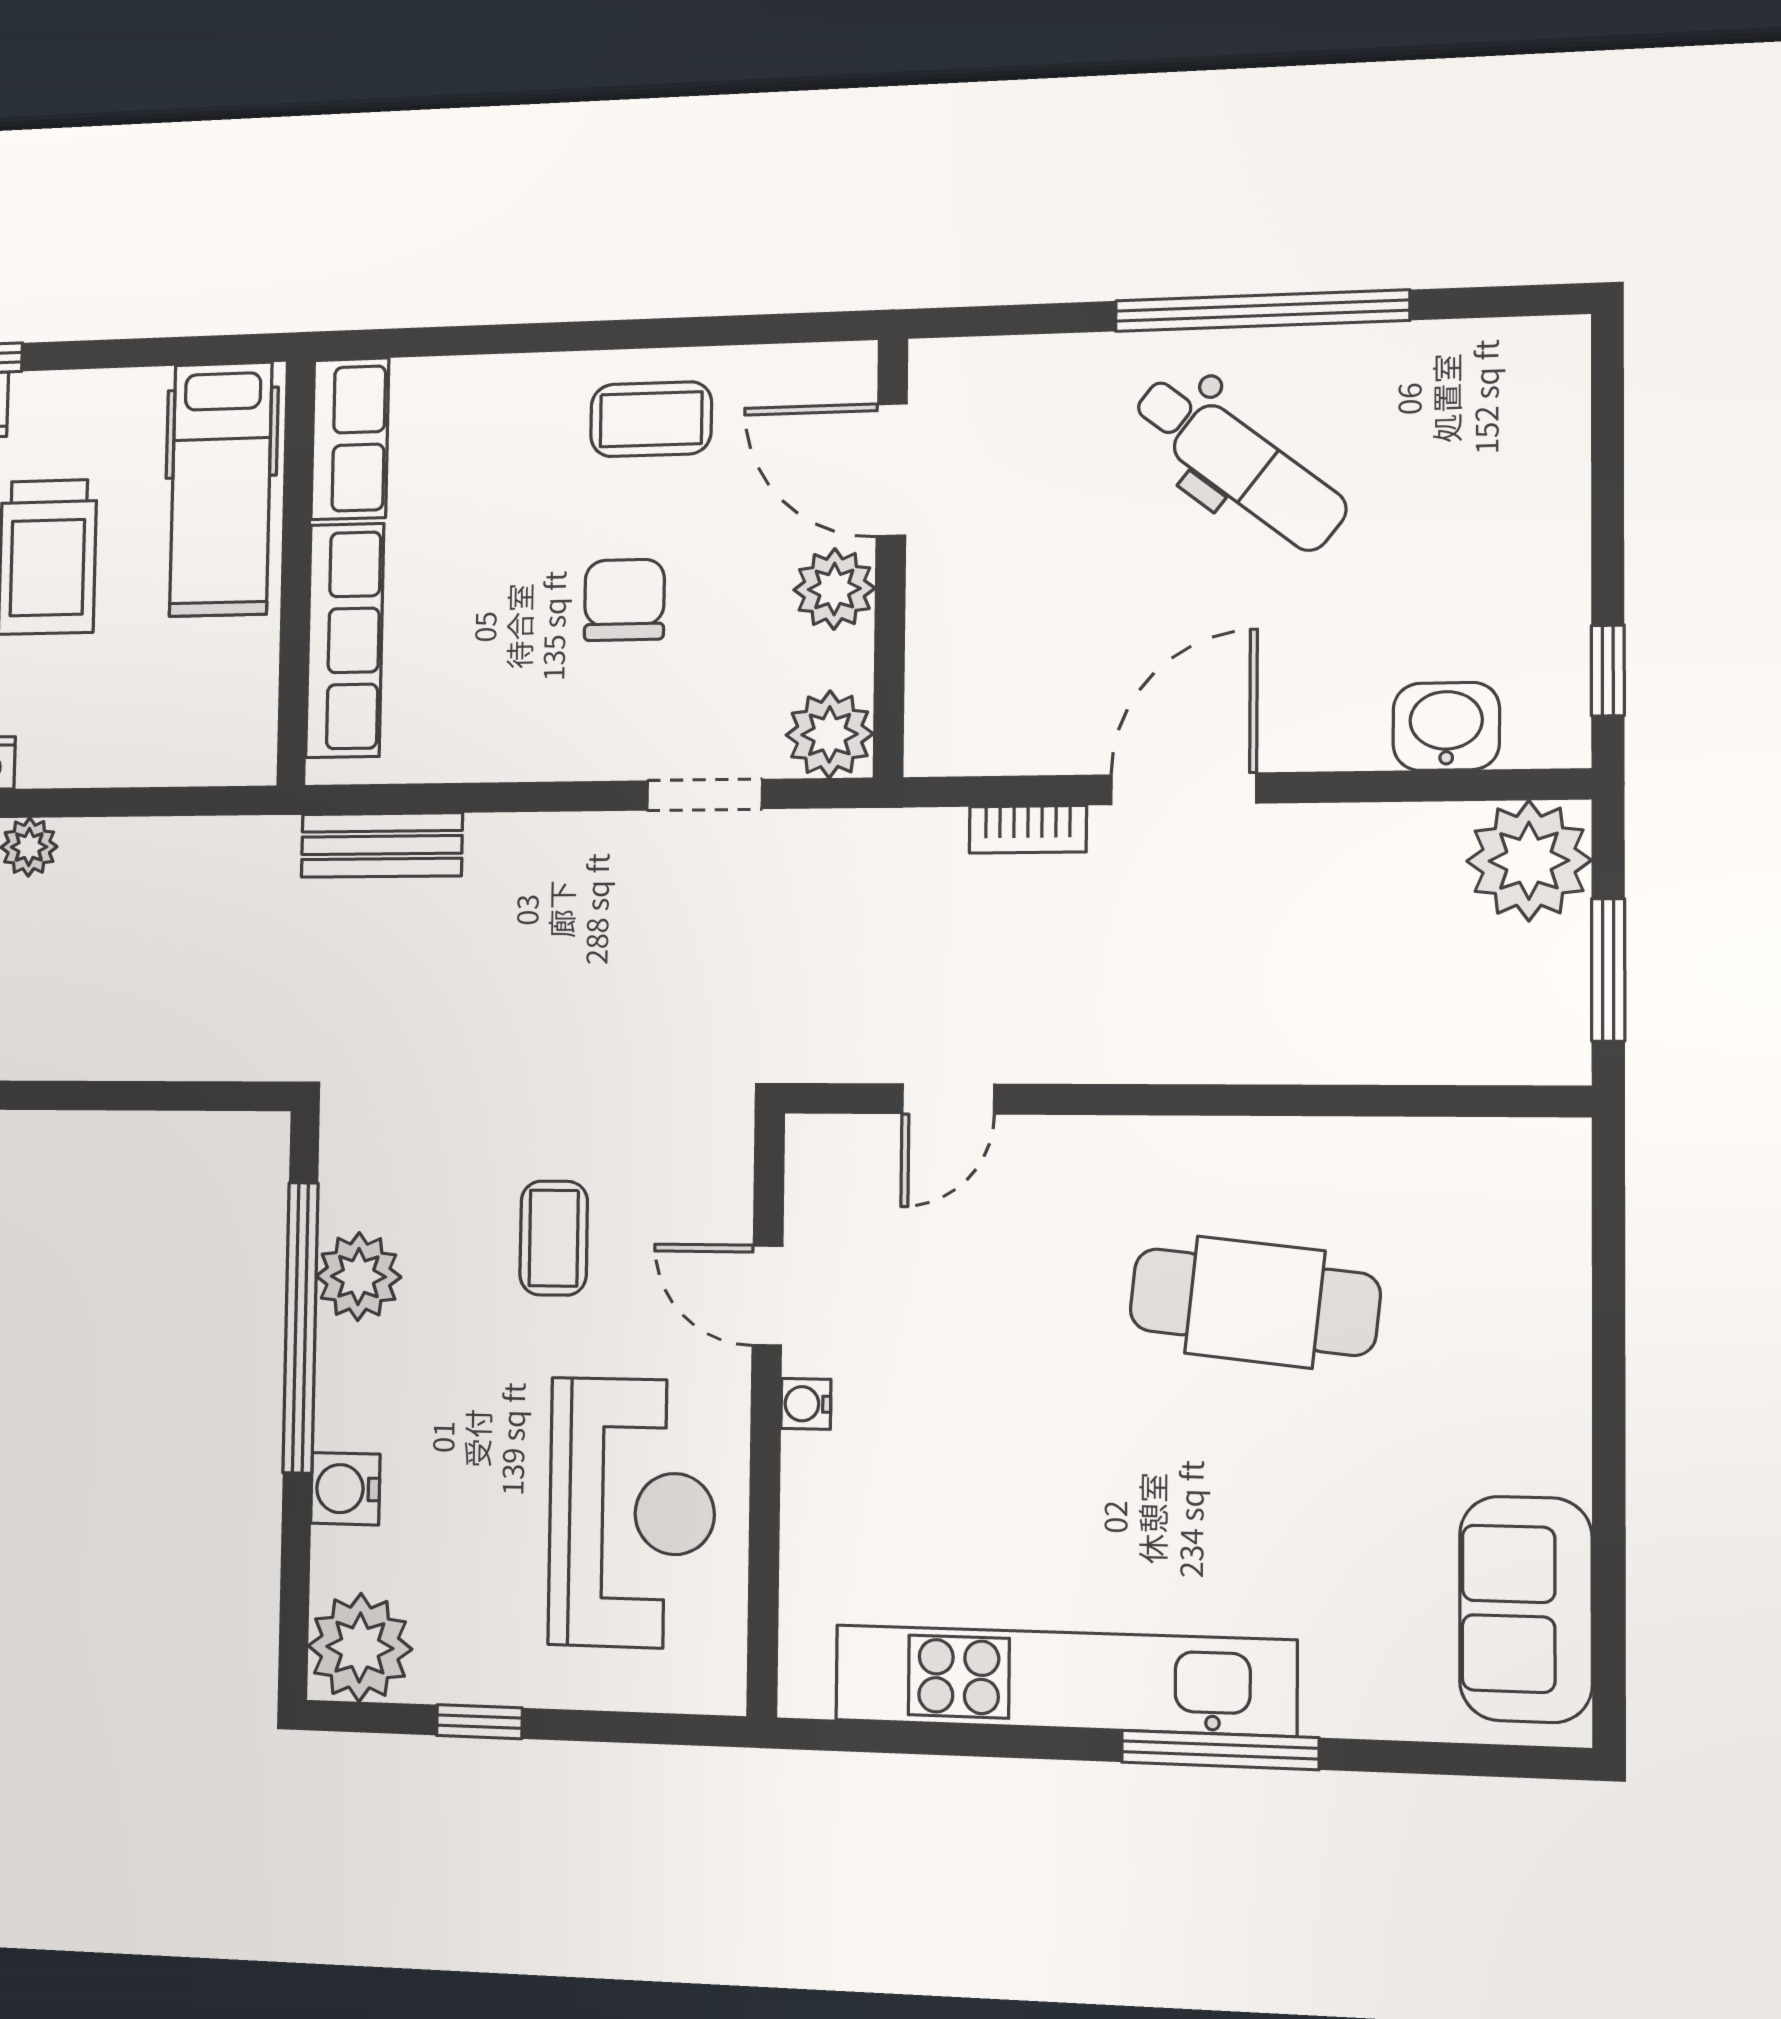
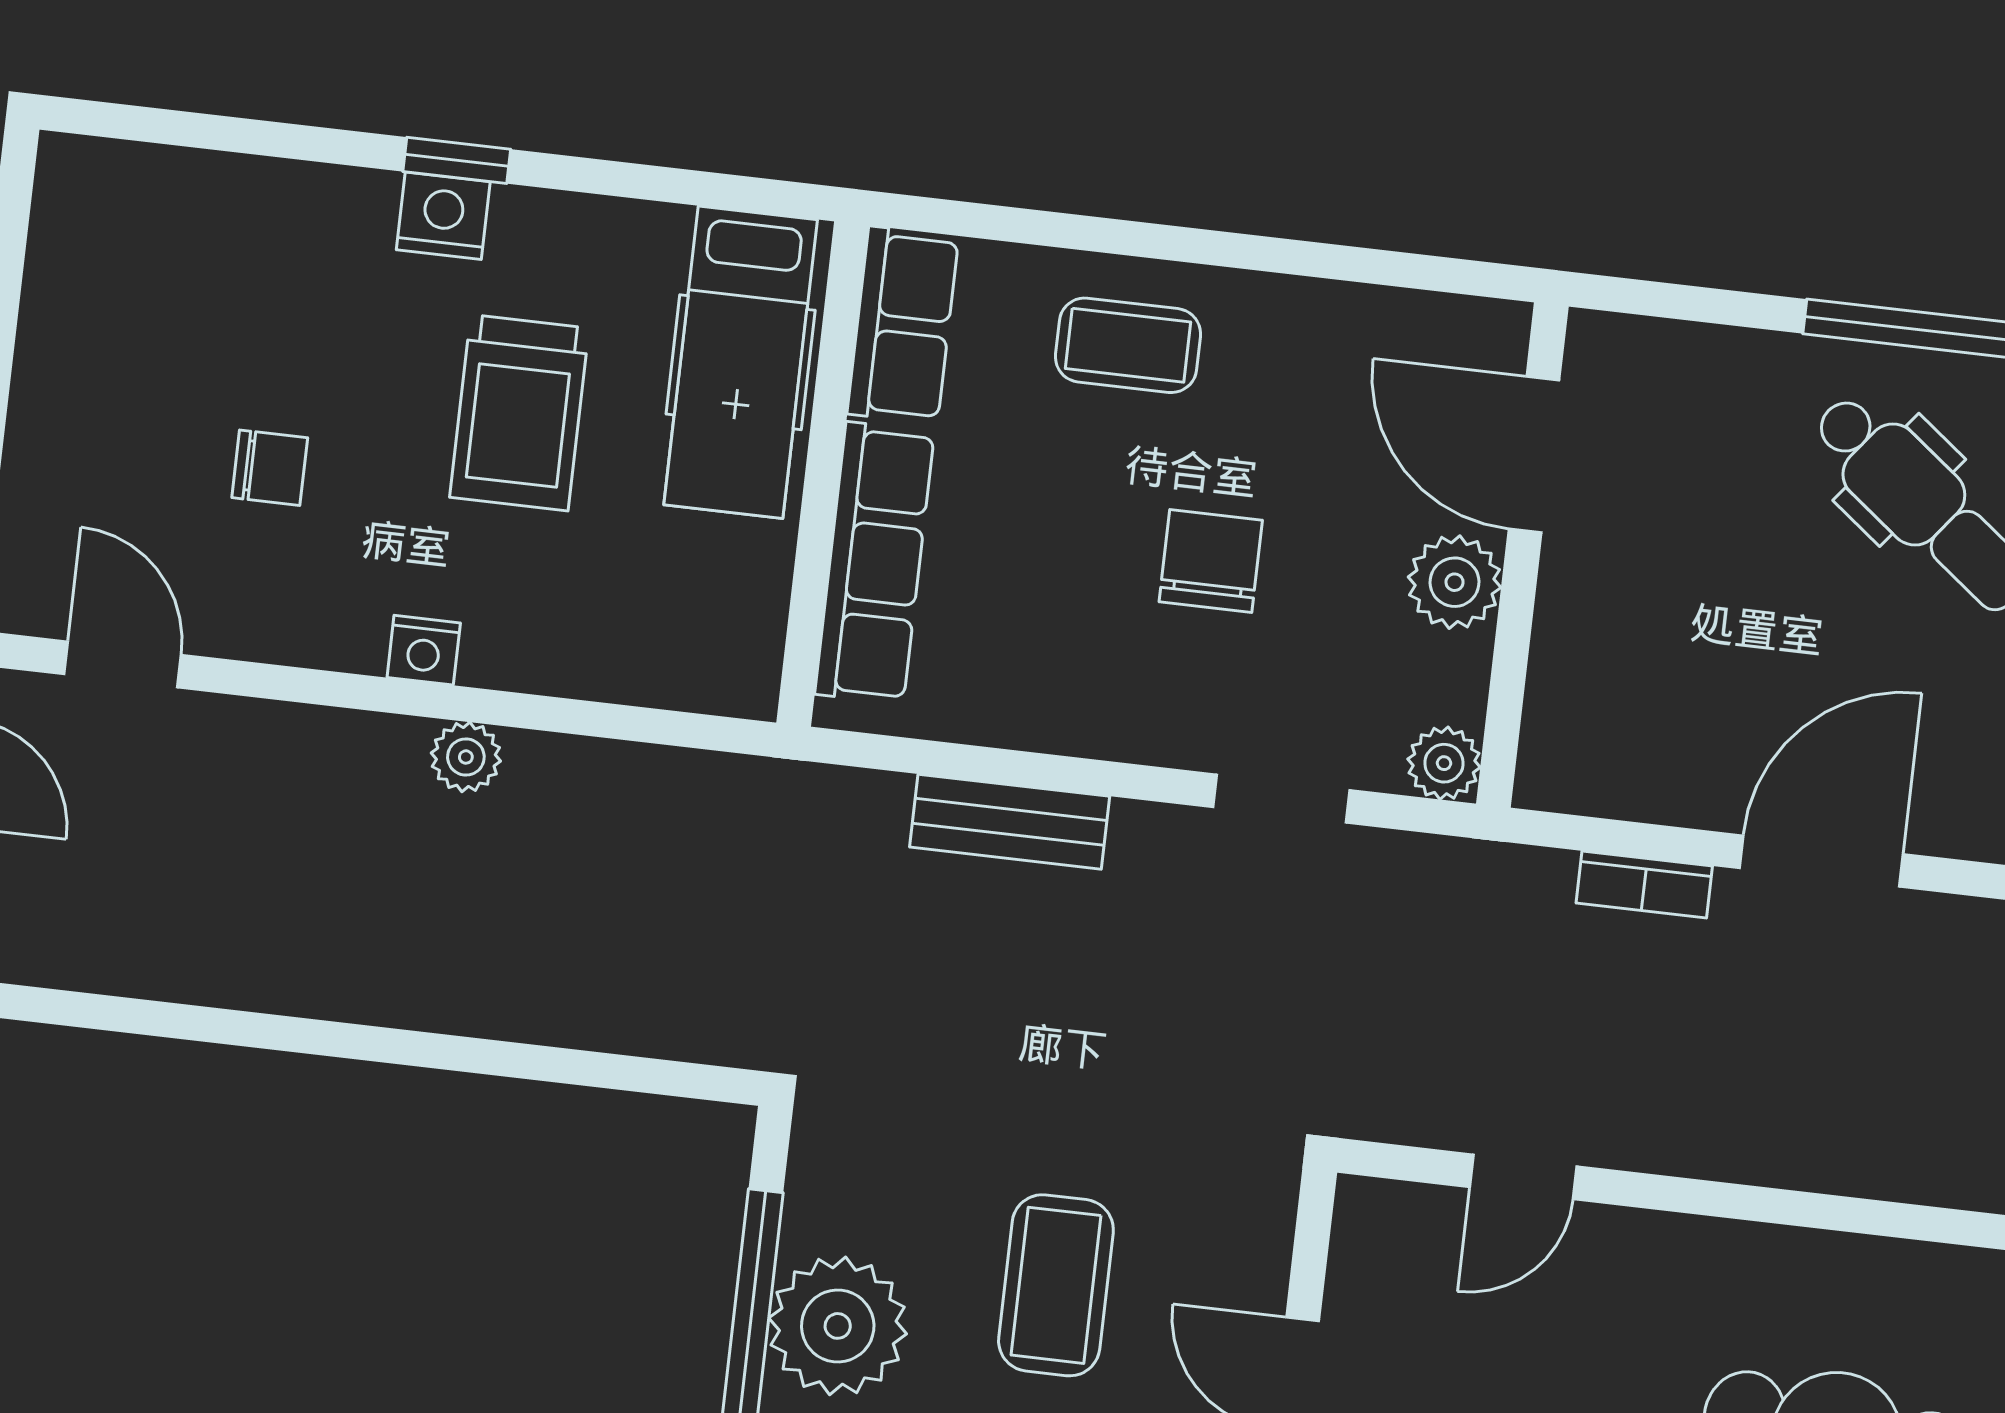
coffee table: (651, 419) -> (1128, 345), moved
plant: (830, 734) -> (1444, 763), width x0.73, depth x0.73
bench: (382, 845) -> (1010, 822), moved
coffee table: (554, 1238) -> (1056, 1285), width x1.36, depth x1.30
plant: (358, 1277) -> (838, 1326), width x1.36, depth x1.36

